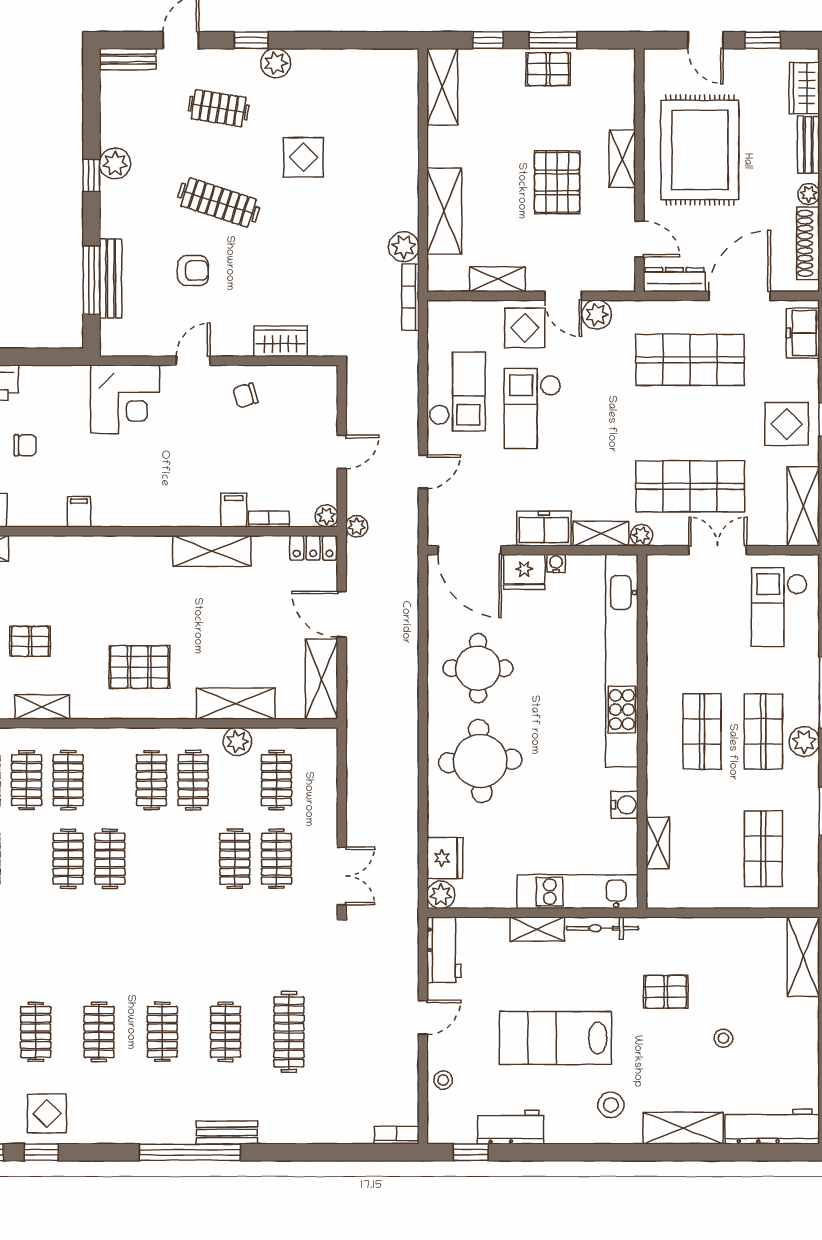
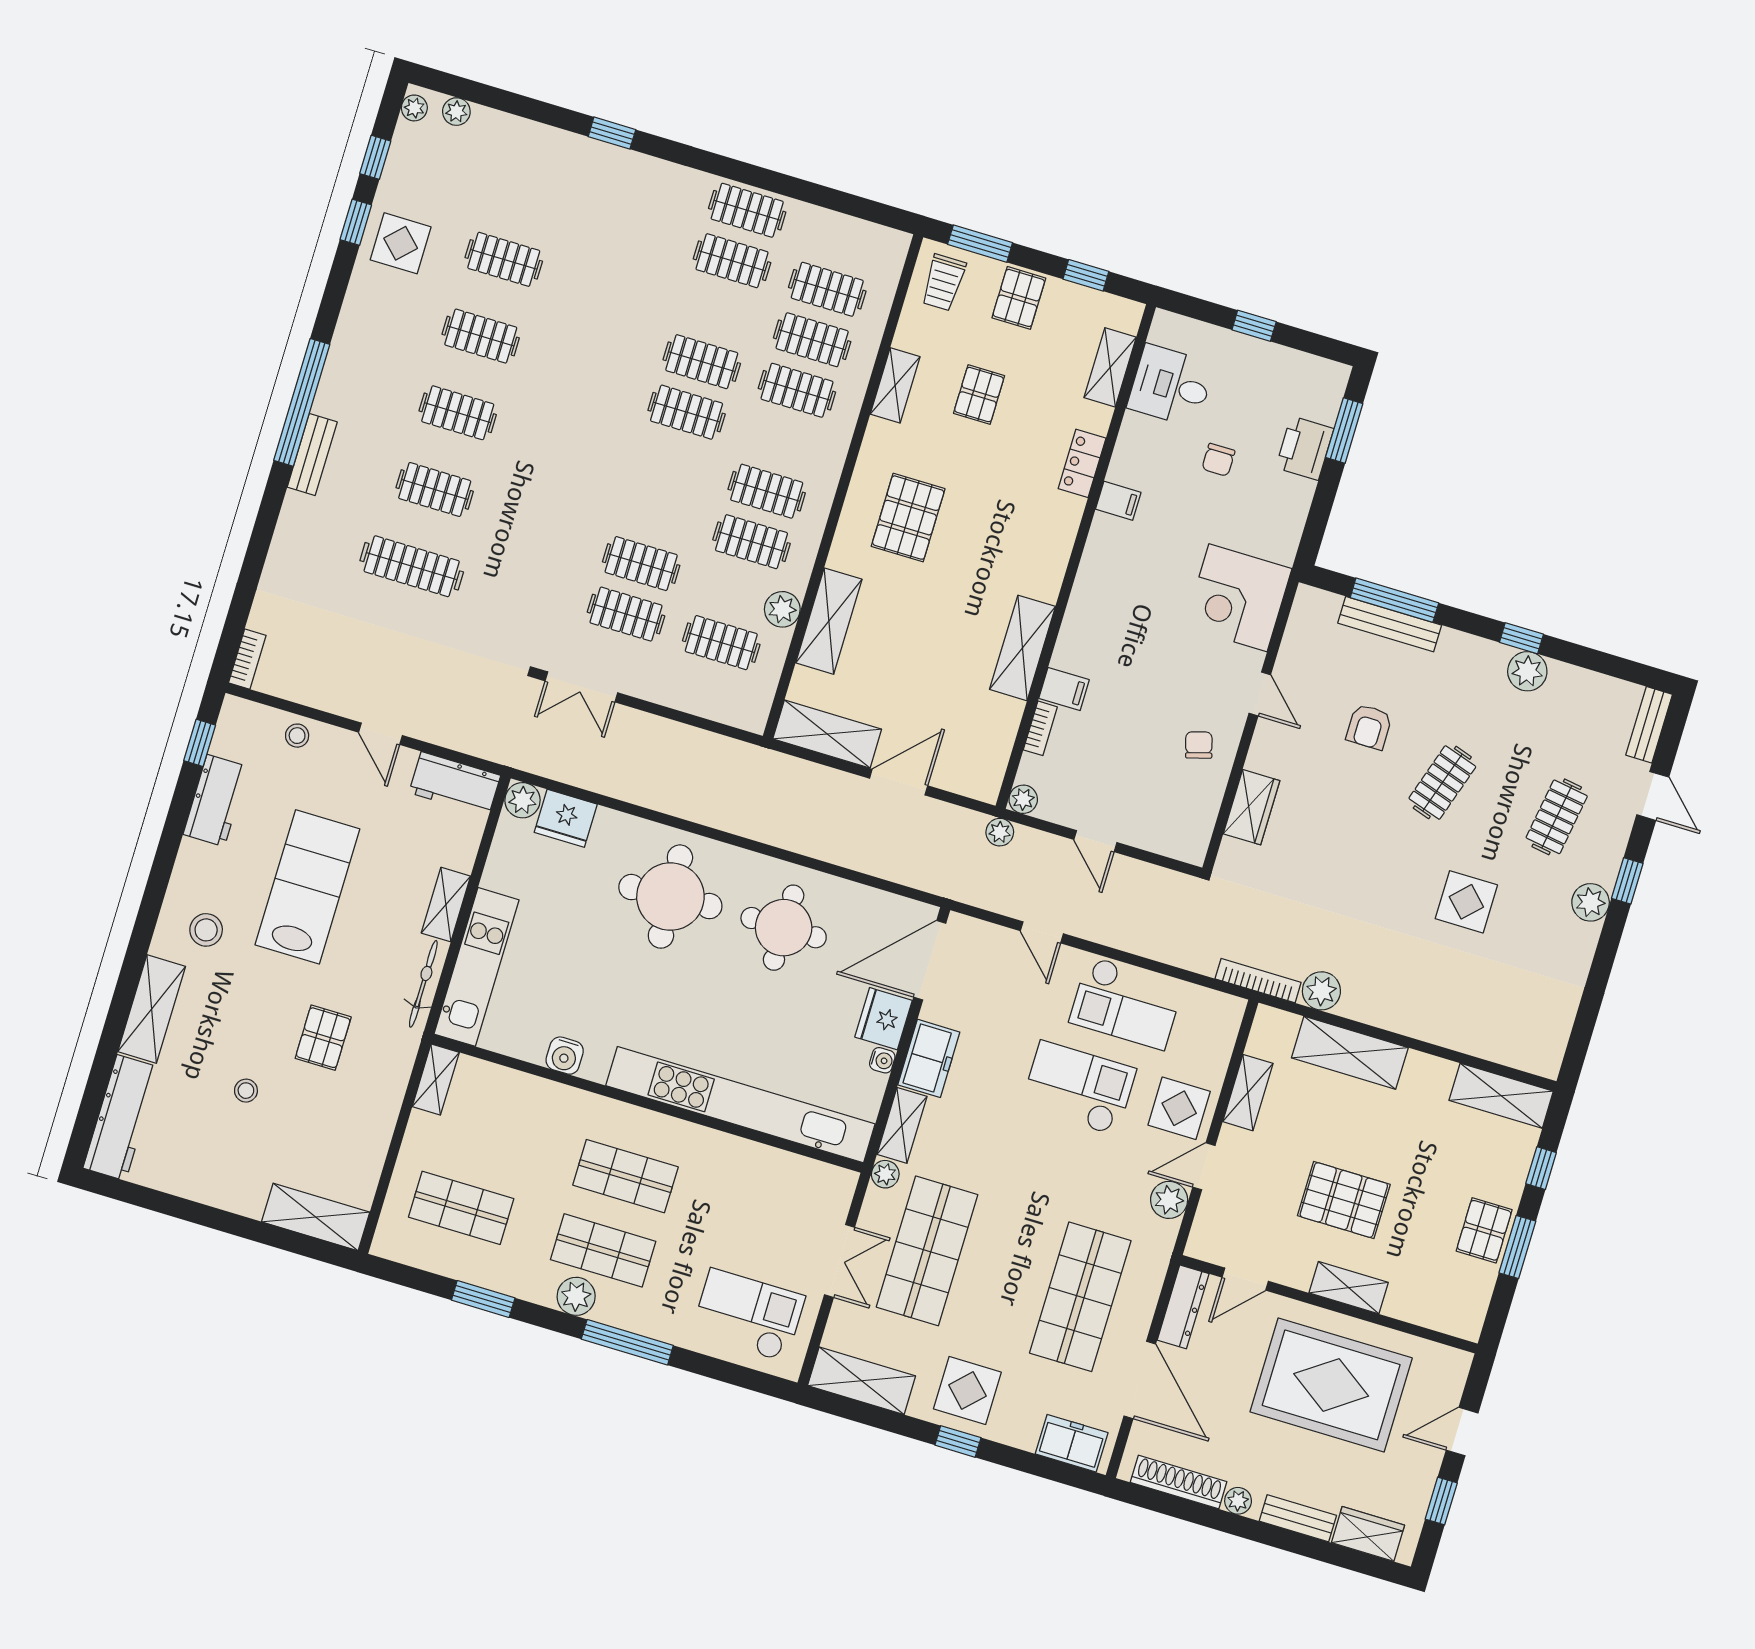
clothes rail: (219, 203) -> (1442, 783), width x0.73
locker: (313, 548) -> (1082, 463), moved
shelving: (658, 843) -> (436, 1080), moved, turned 90

